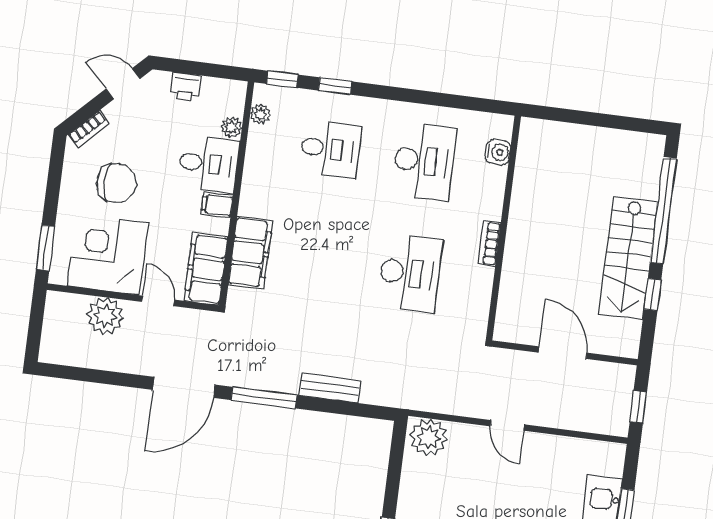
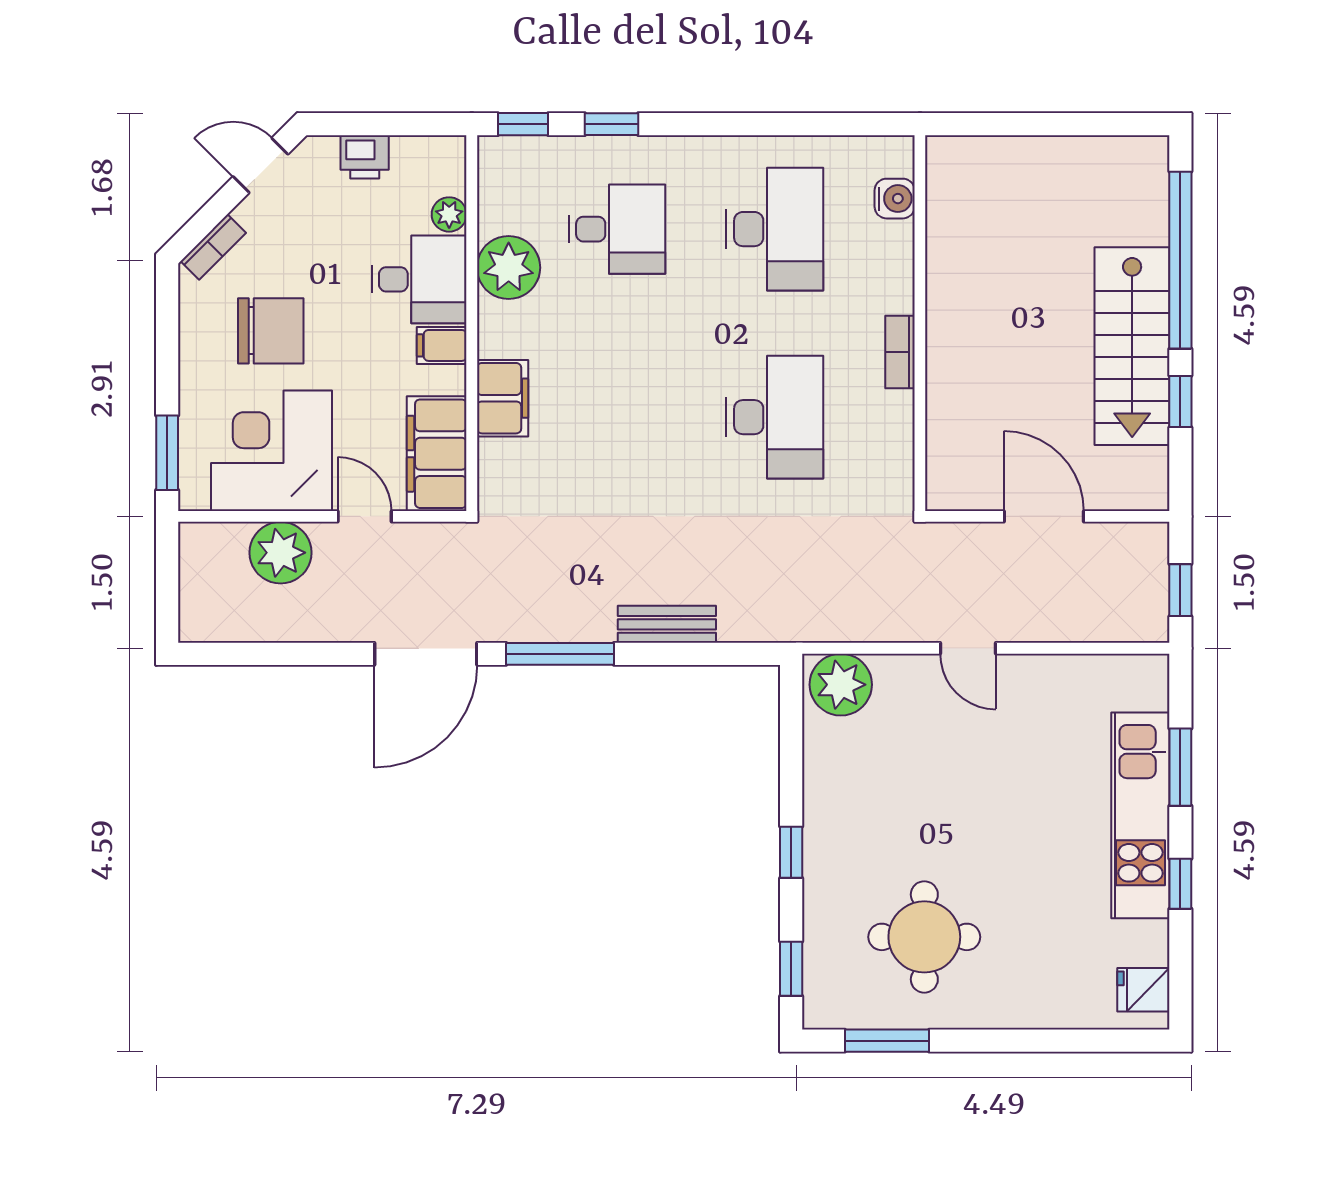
plant: (260, 114) -> (509, 268), moved, width x1.88, depth x1.88
filing cabinet: (250, 253) -> (503, 398), width x0.67, depth x0.86

